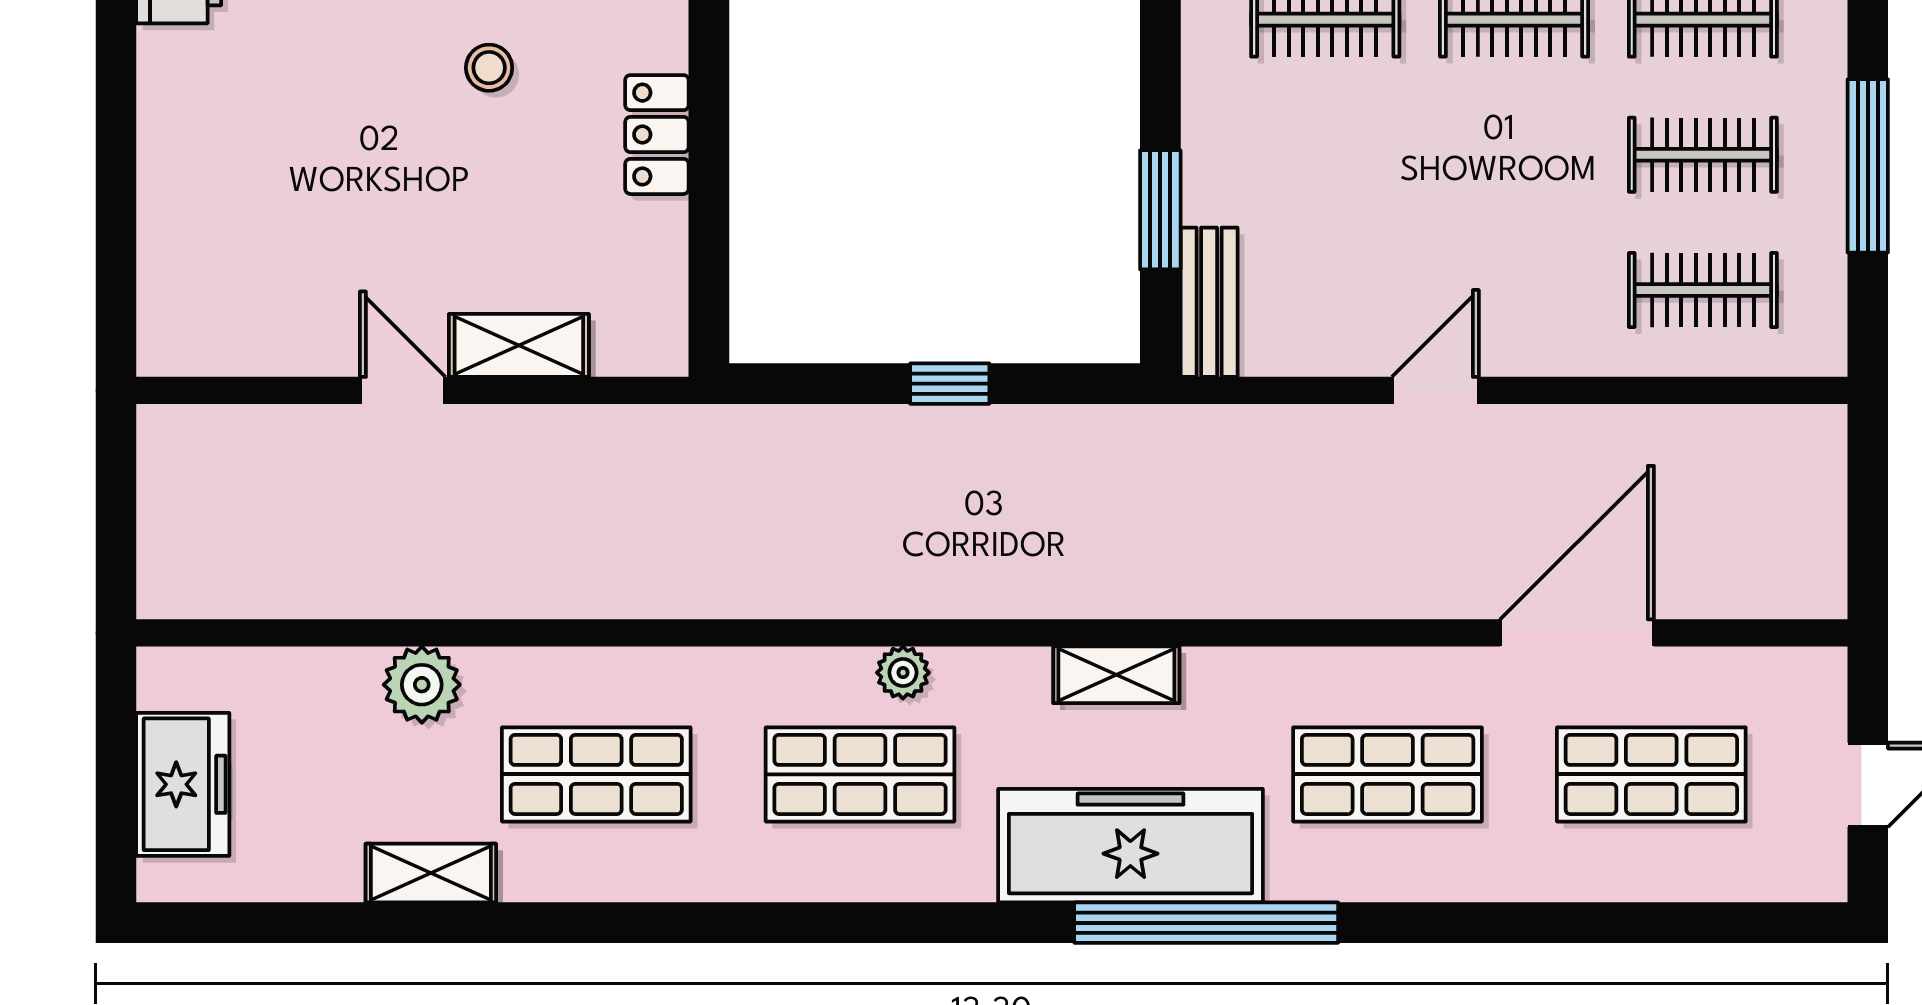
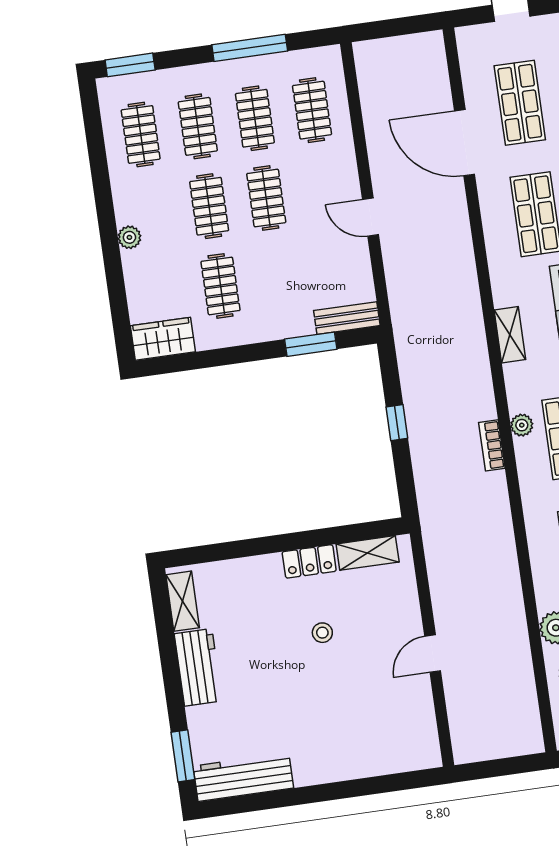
stool: (489, 68) -> (322, 633), moved
clothes rail: (1514, 155) -> (266, 198), added
shelving: (519, 345) -> (368, 553), moved, turned 90
bookcase: (866, 596) -> (492, 445), added

